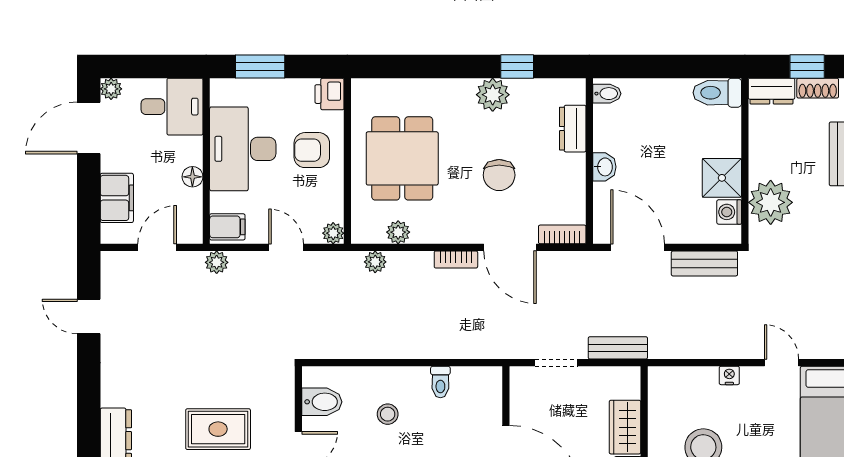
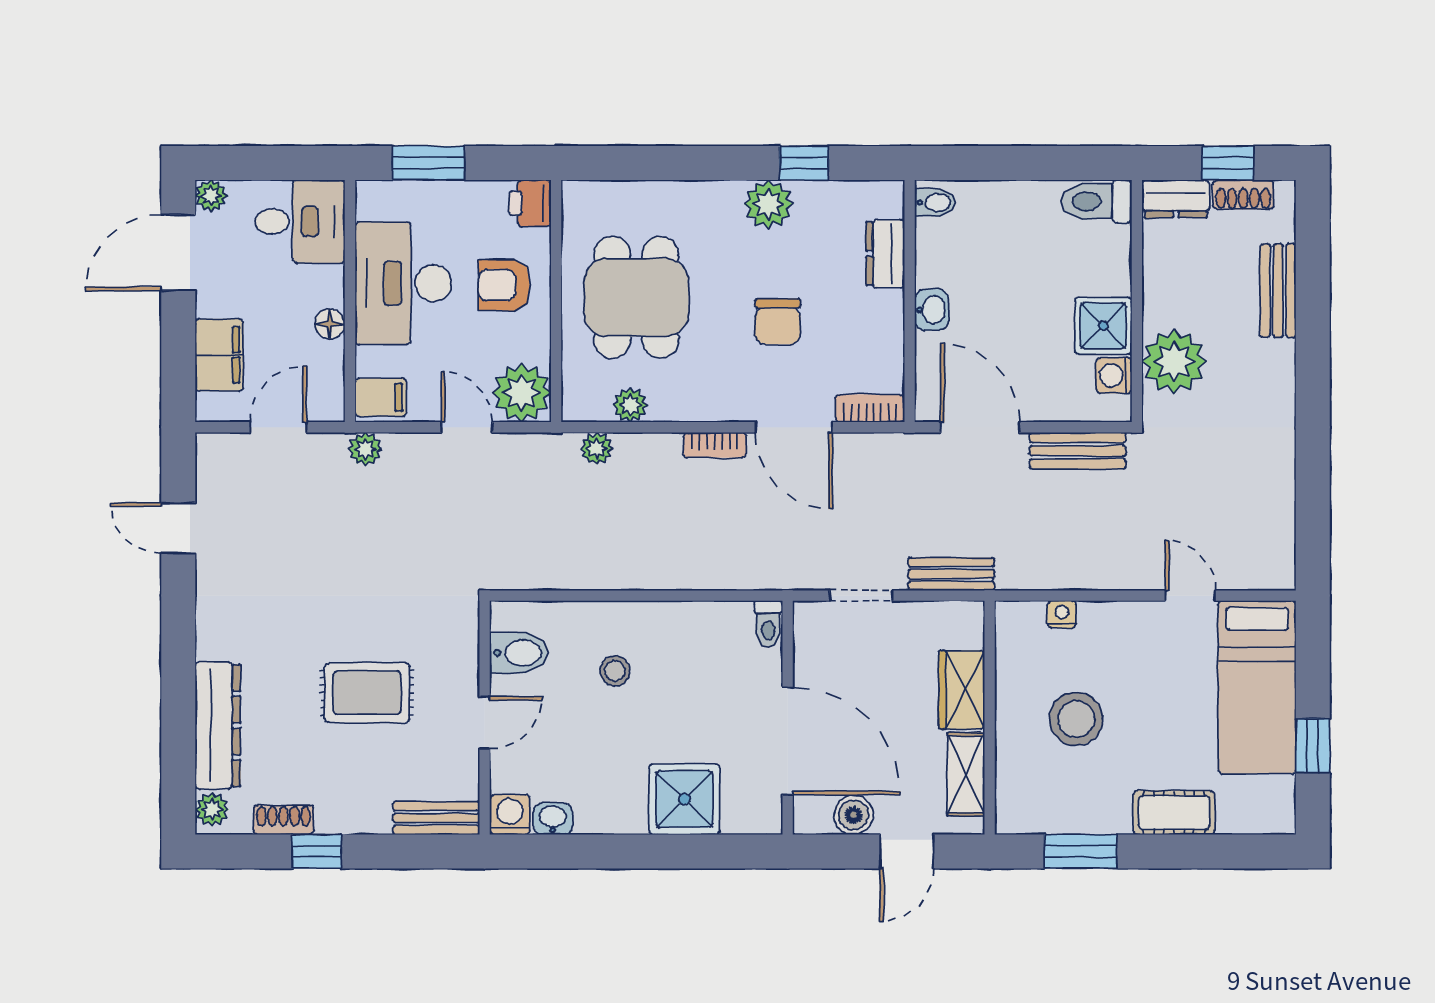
plant: (333, 233) -> (522, 393), width x1.87, depth x1.87
nightstand: (729, 375) -> (1062, 614), moved
toilet: (440, 382) -> (768, 624), moved

